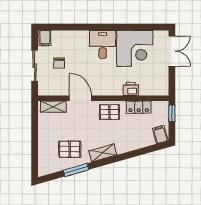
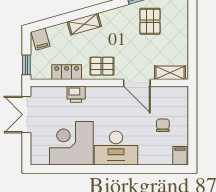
desk: (103, 44) -> (116, 148), width x1.37
double door: (172, 51) -> (26, 115), moved
sliding door: (35, 66) -> (192, 122), removed
pallet: (70, 149) -> (150, 21), turned 90
shelving: (103, 153) -> (84, 24), moved

